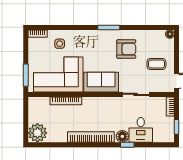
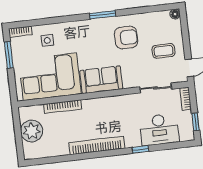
window: (26, 75) -> (9, 55), moved
sliding door: (136, 94) -> (156, 88), moved
desk: (141, 130) -> (159, 130), width x1.37
plant: (37, 133) -> (32, 131), moved
floor lamp: (122, 136) -> (133, 140), removed

